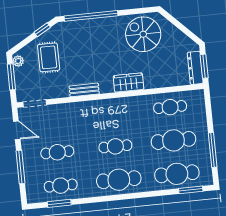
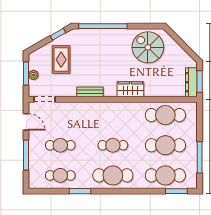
plant: (18, 61) -> (33, 75), moved
cafe table: (170, 107) -> (165, 115), width x1.37, depth x1.35
window: (59, 203) -> (80, 191), moved

